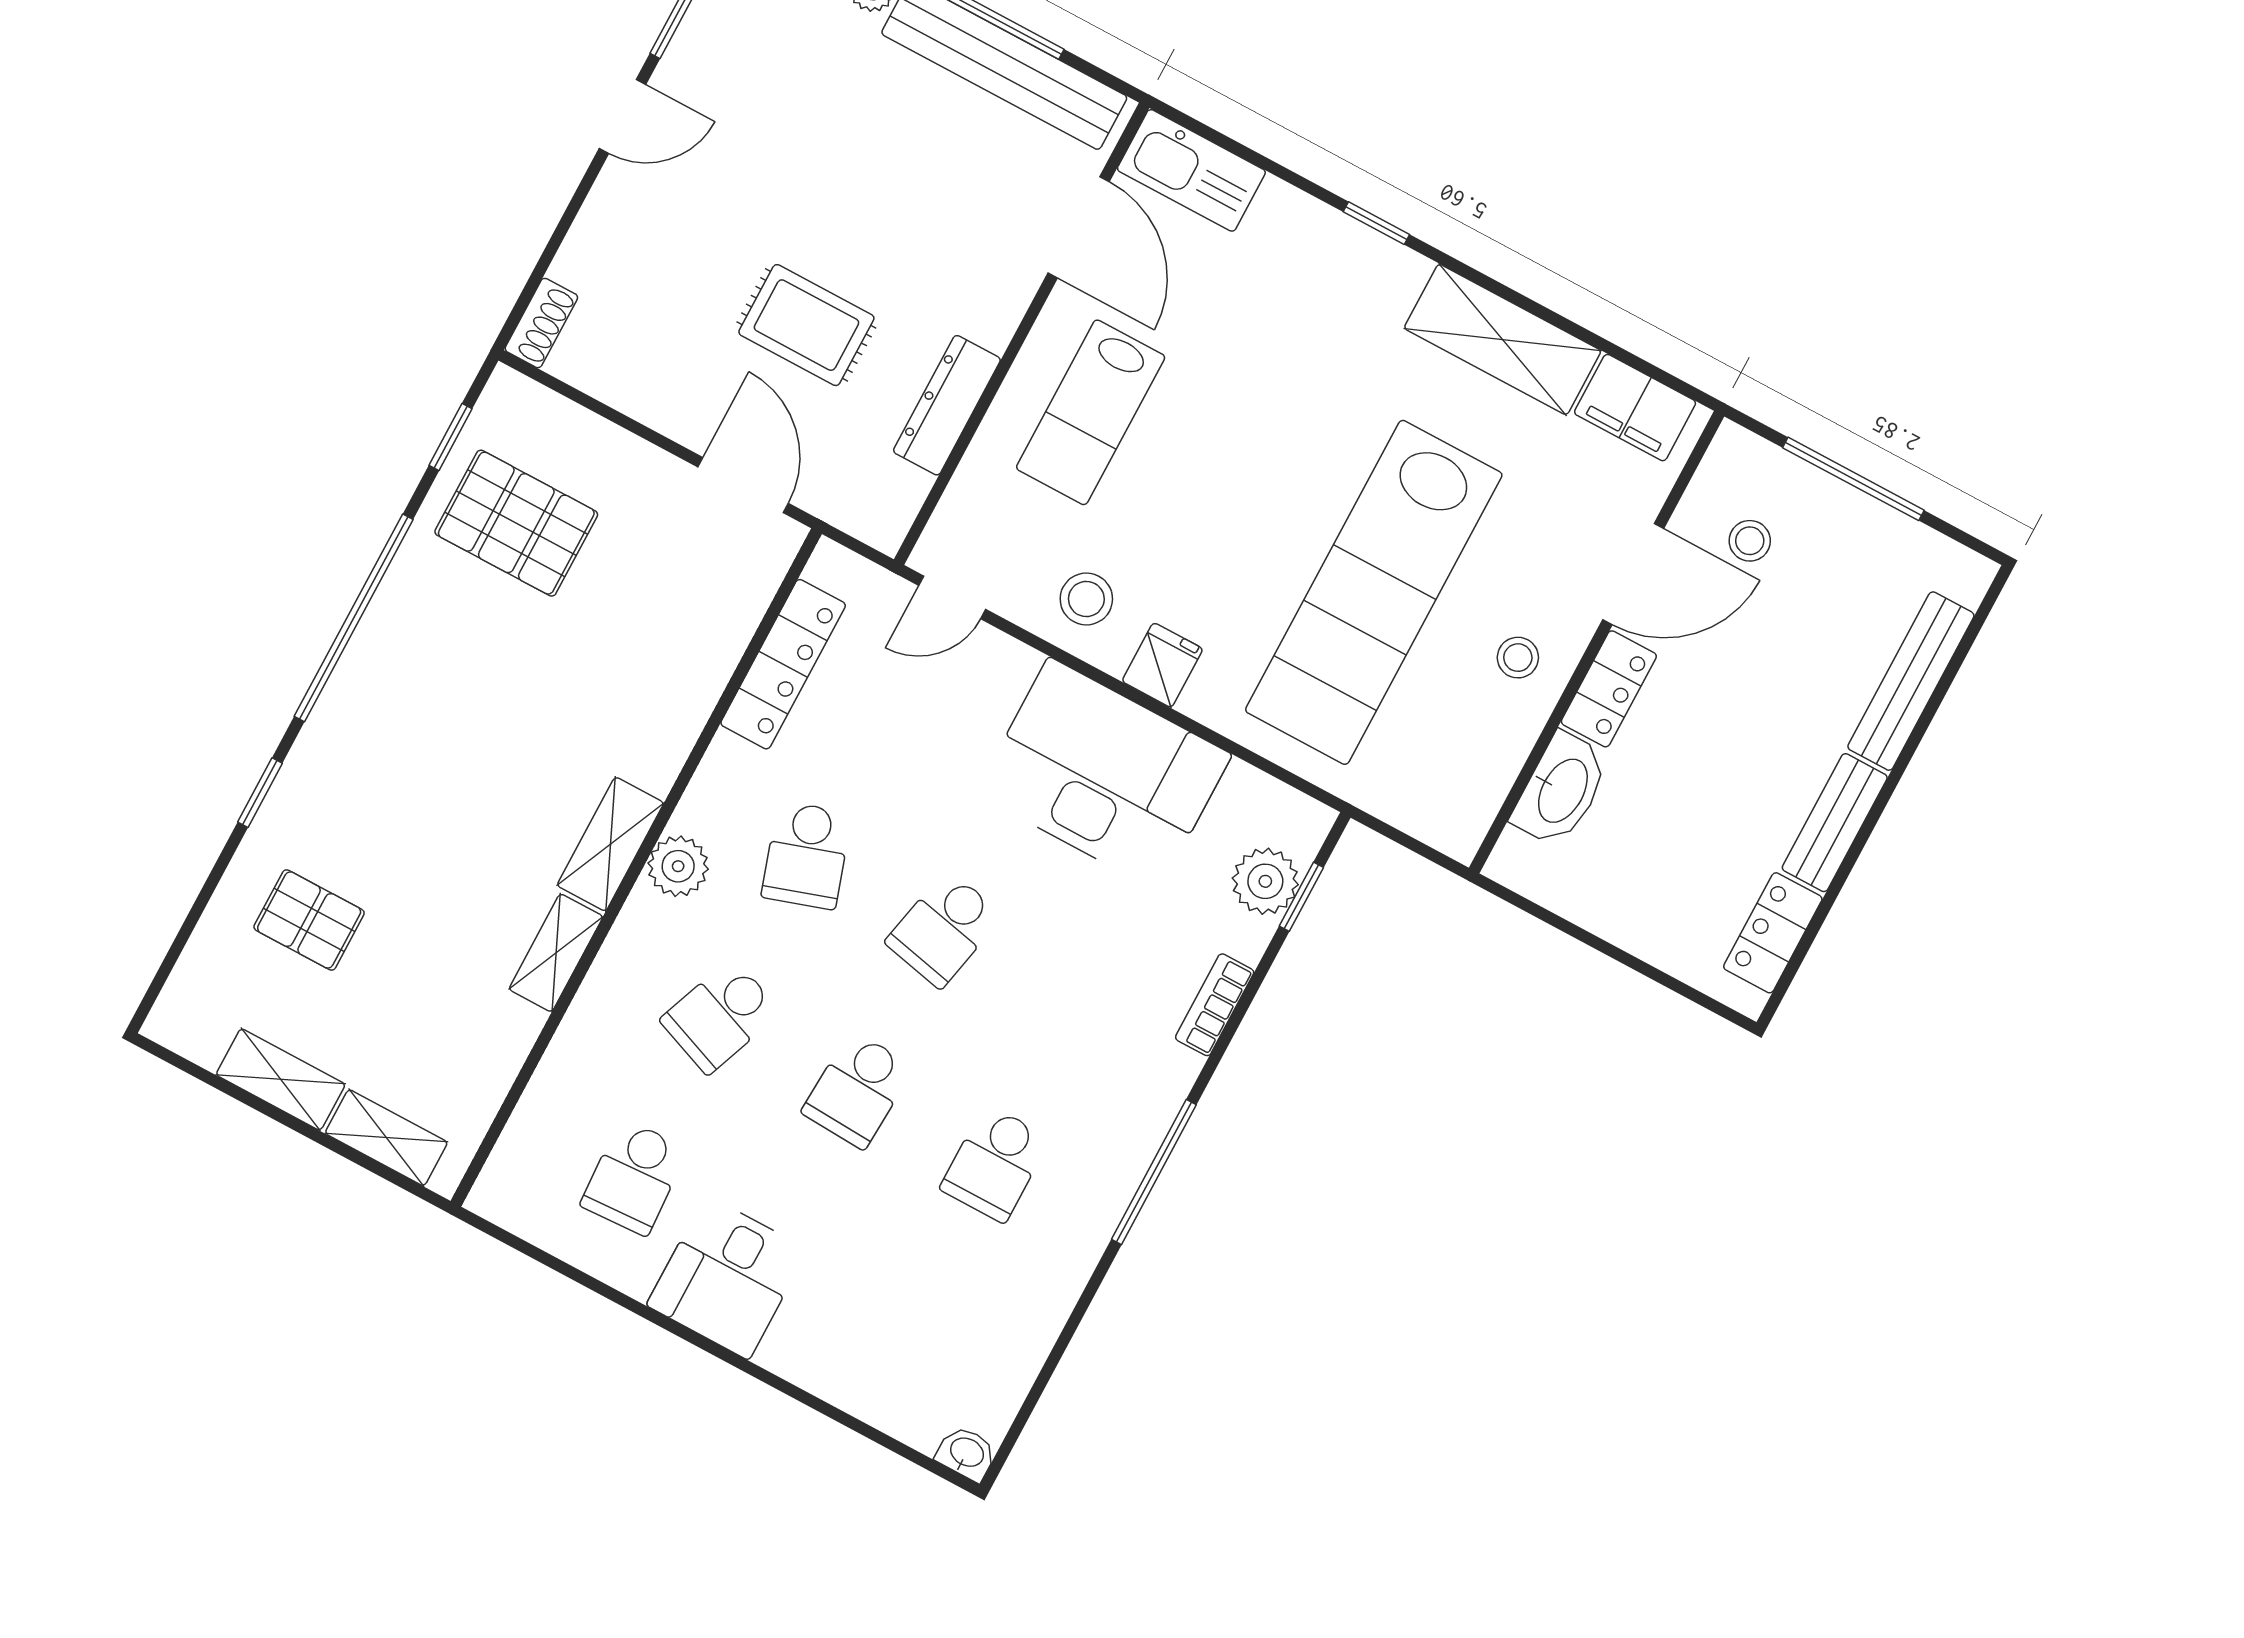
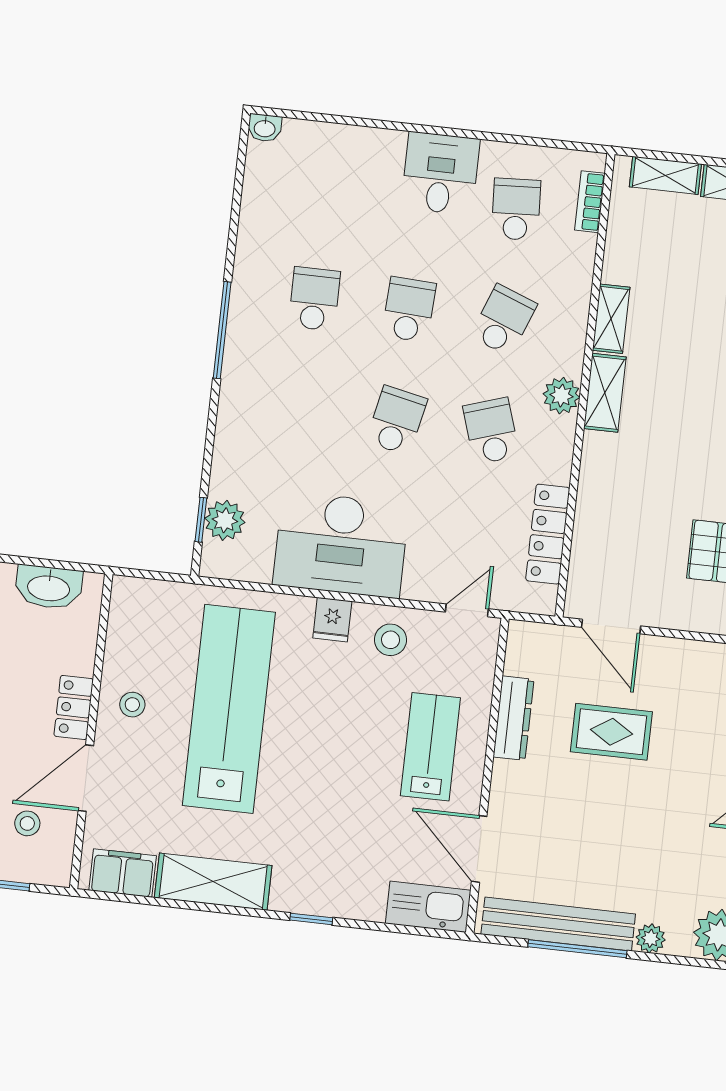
washbasin: (1561, 790) -> (49, 587), moved, turned -90
bookcase: (1215, 1005) -> (590, 202), moved, turned 180

